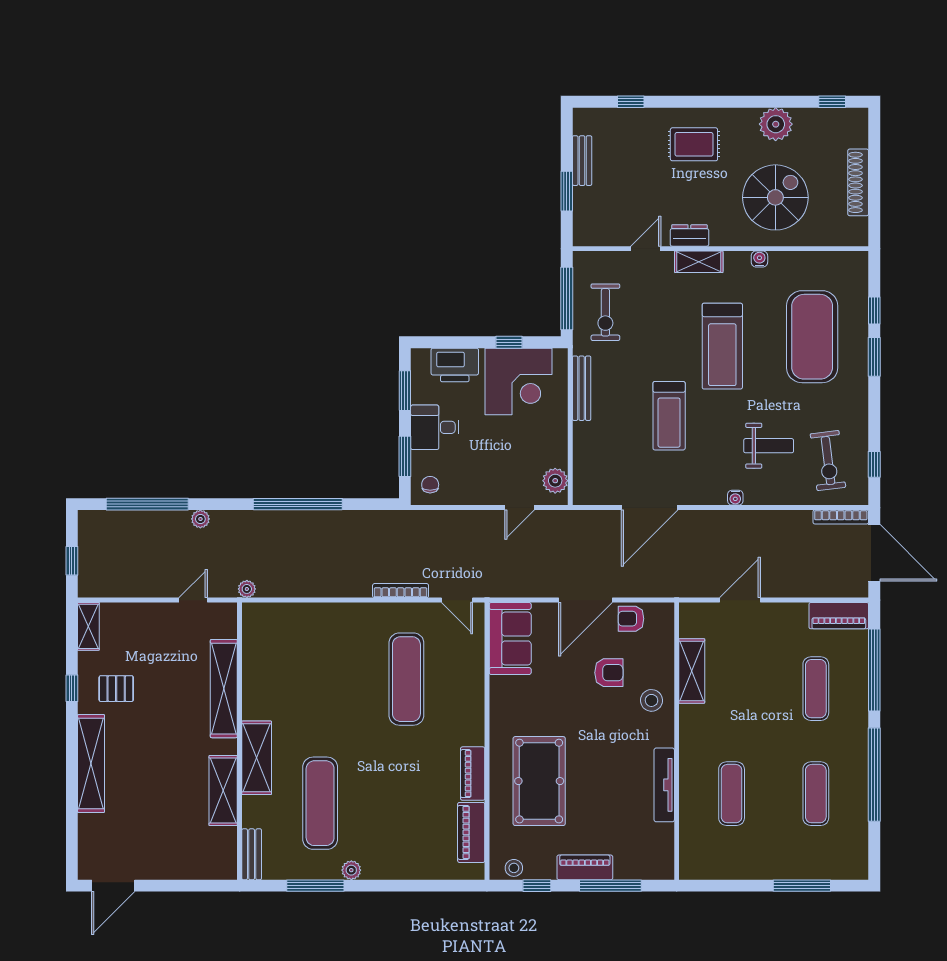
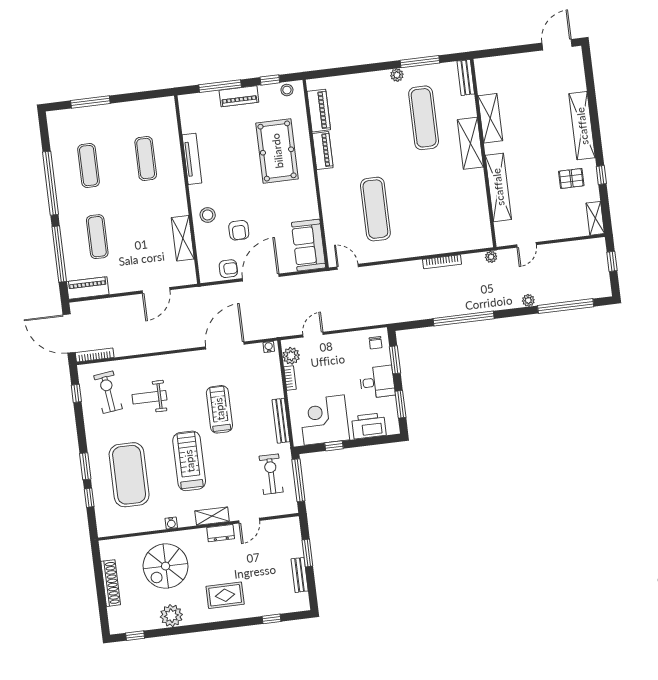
bookcase: (561, 449) -> (290, 378), added
water cooler: (735, 498) -> (269, 347), moved
bookcase: (401, 591) -> (442, 262), moved
armchair: (609, 673) -> (239, 230), turned -90

